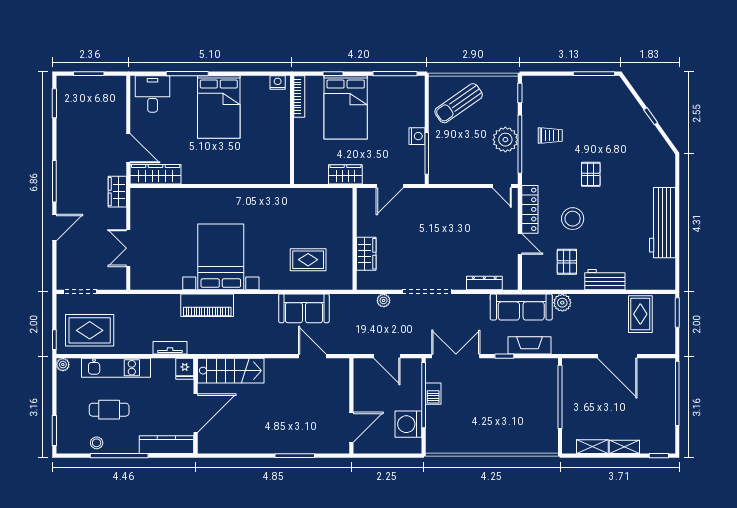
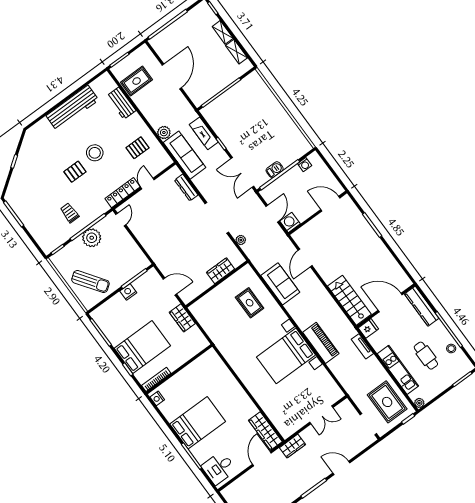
stool: (573, 219) -> (95, 153), moved
workbench: (605, 280) -> (121, 103), moved
washing machine: (363, 368) -> (290, 222), added
washing machine: (408, 424) -> (305, 165), width x0.53, depth x0.53

